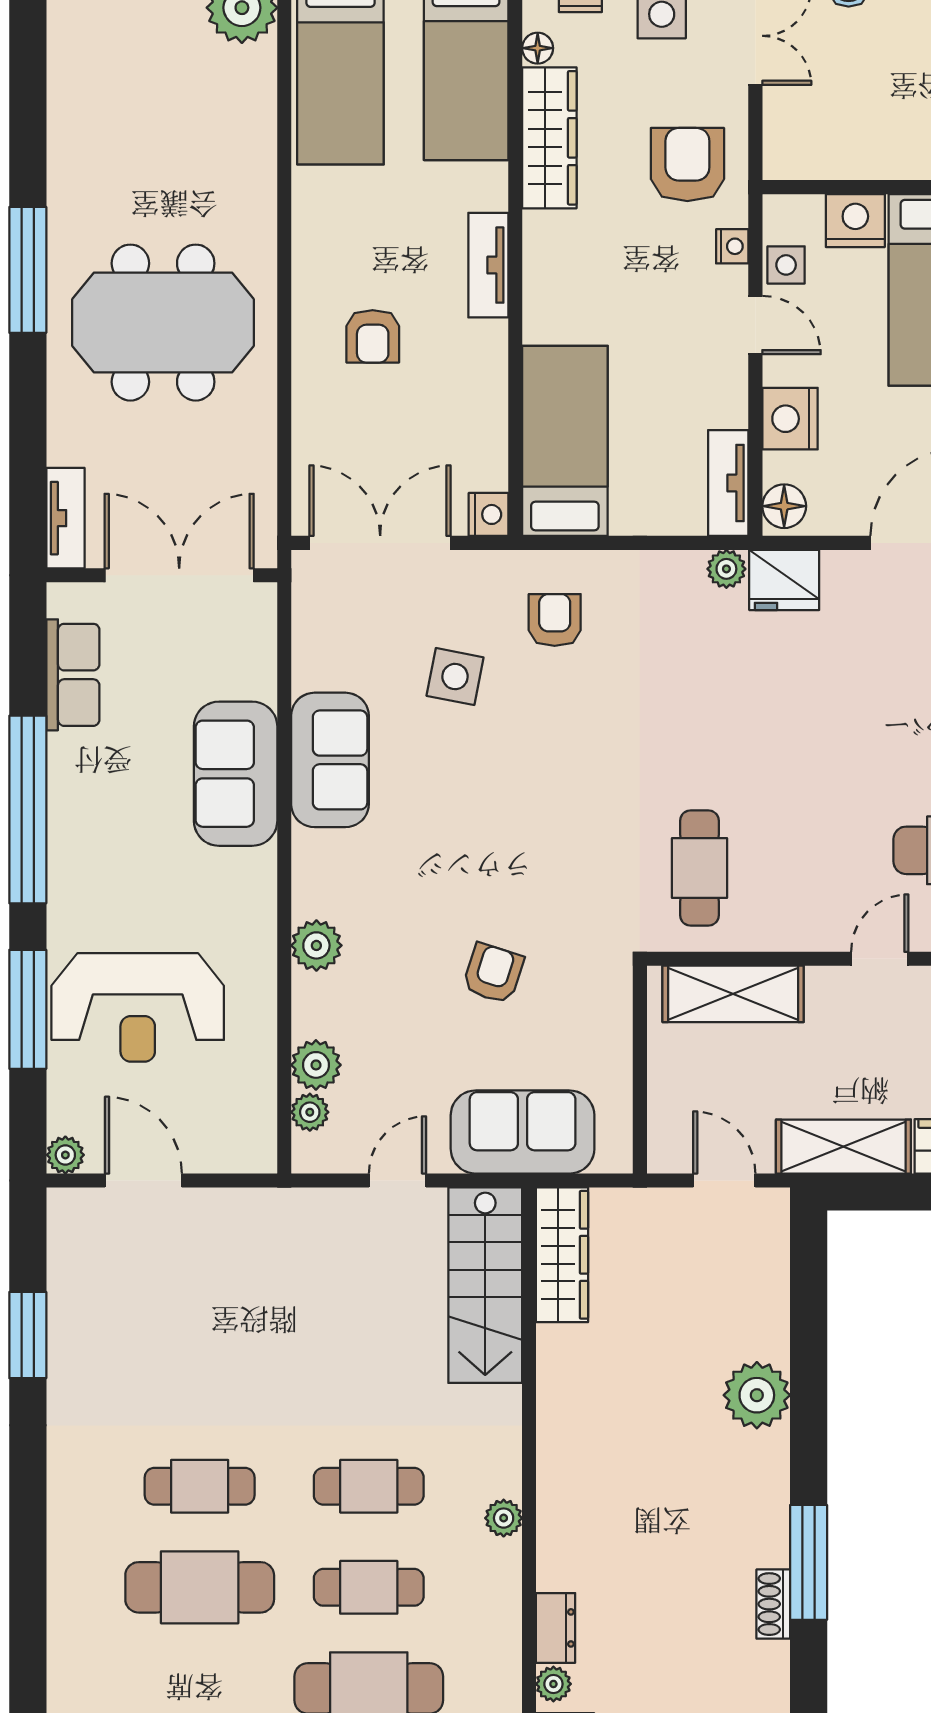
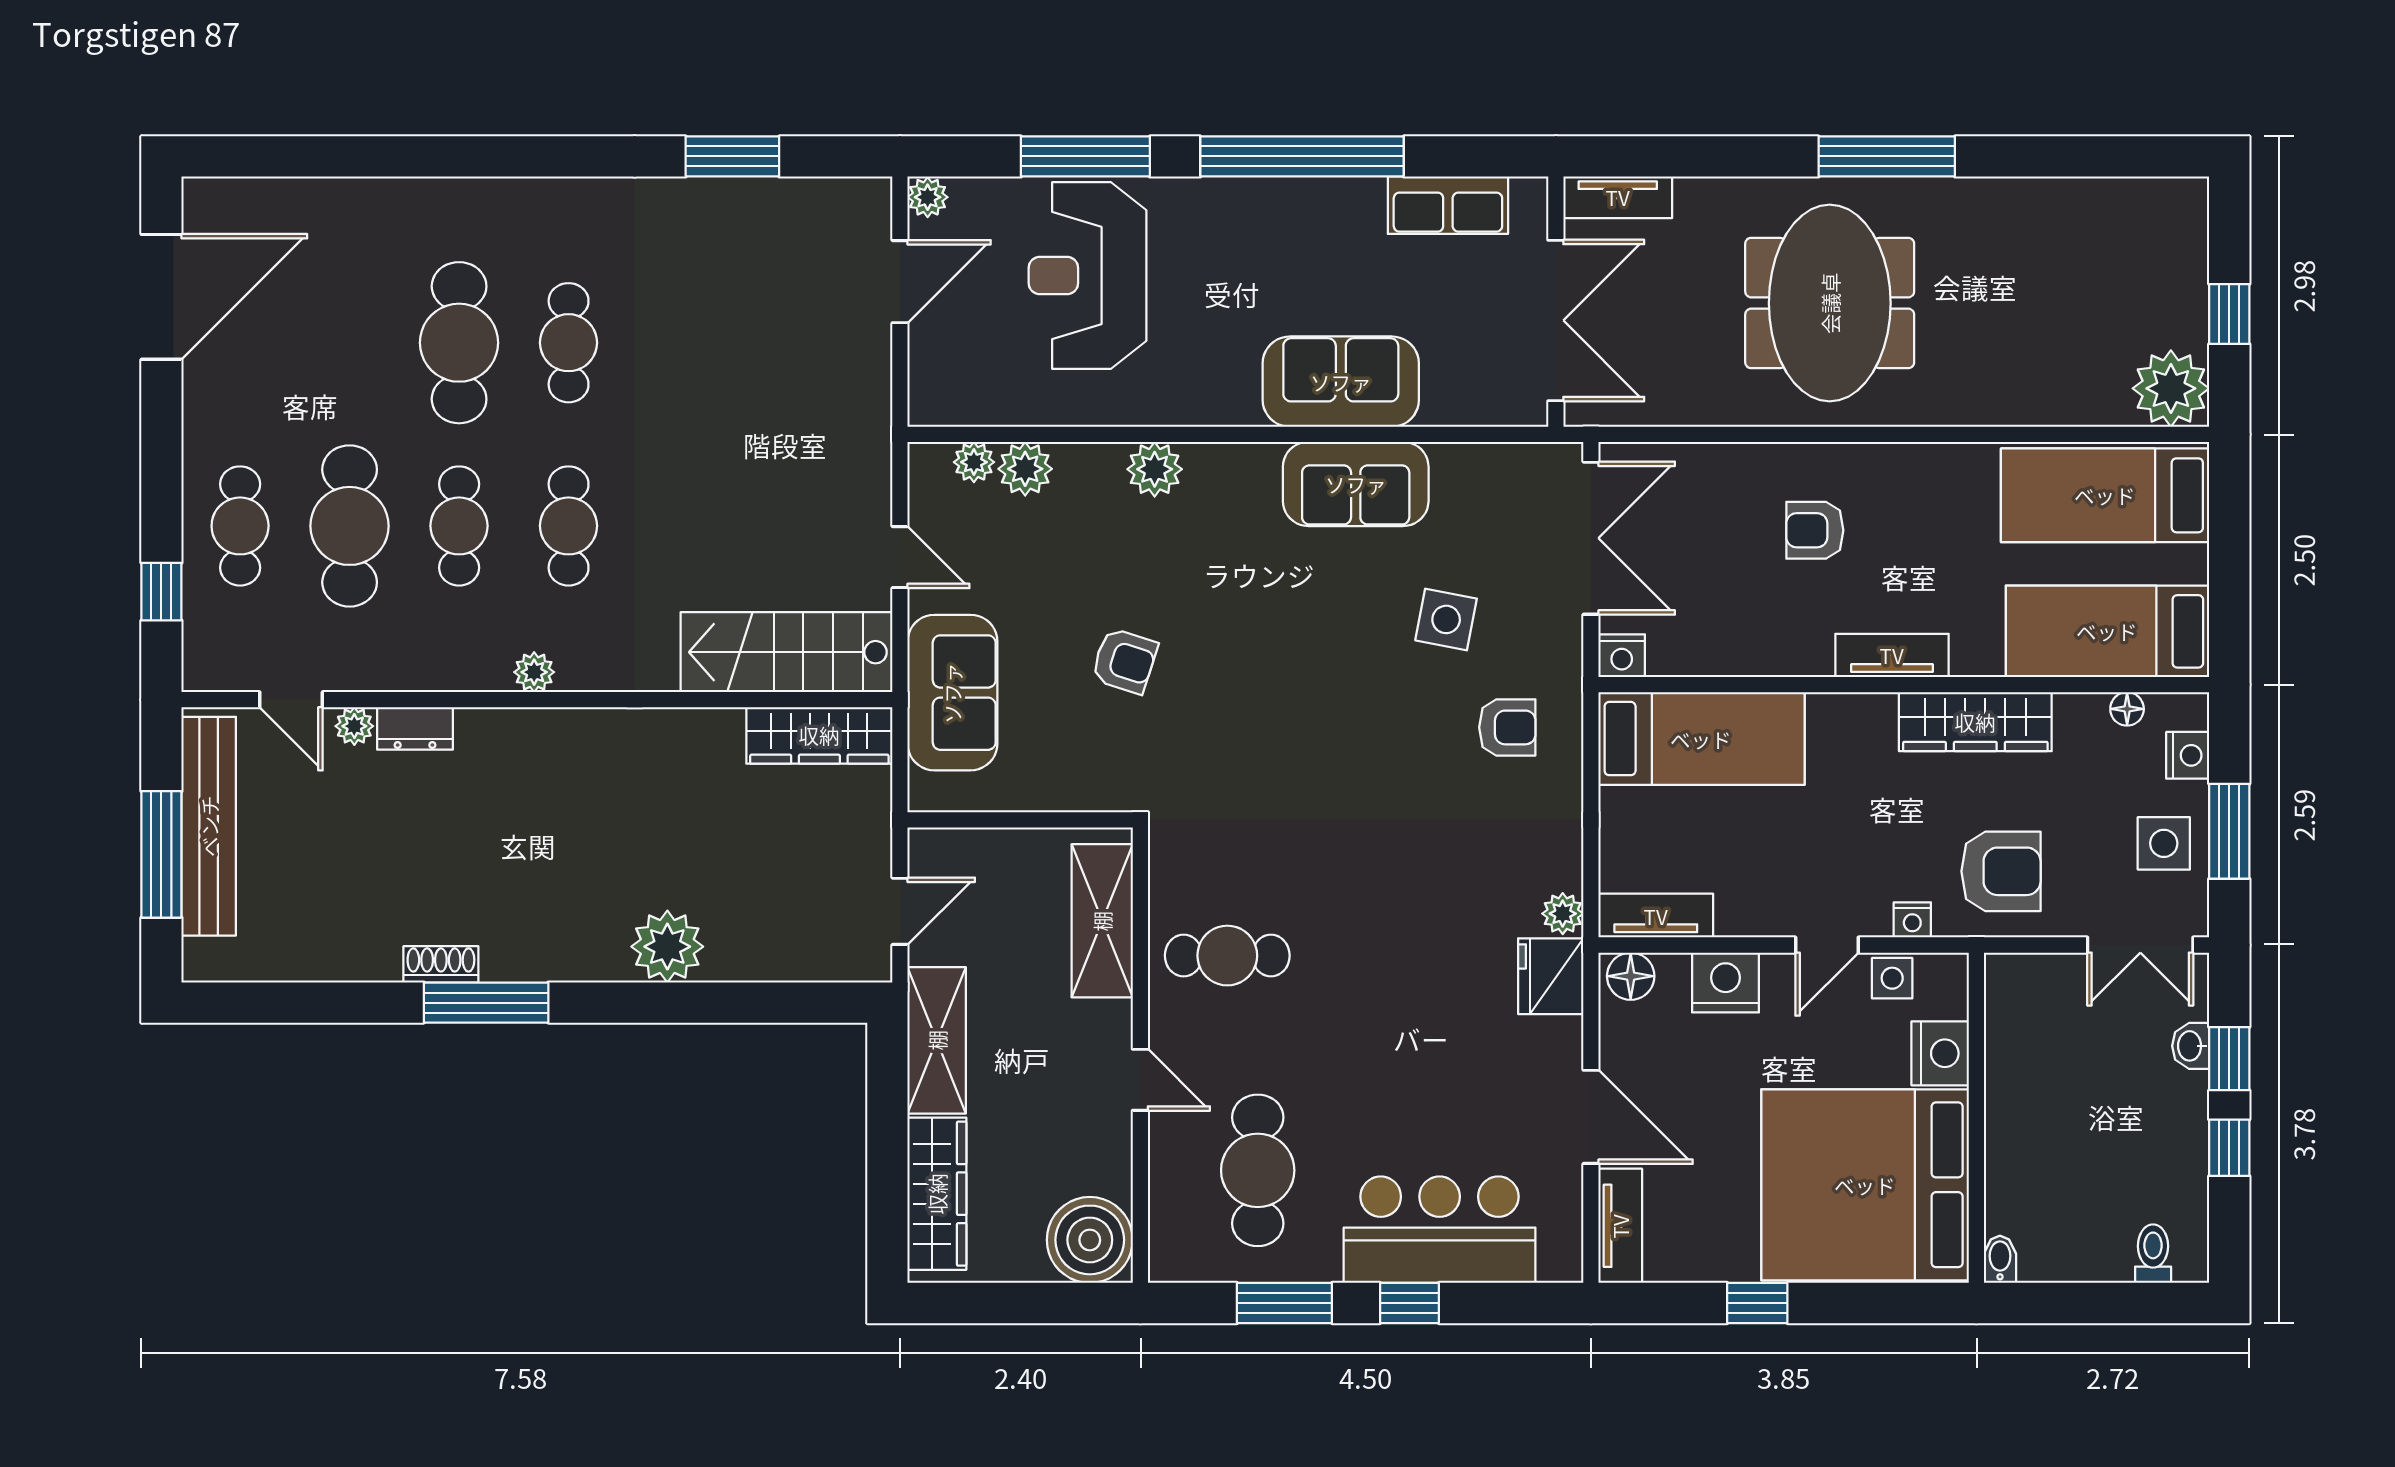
wardrobe: (549, 138) -> (1975, 722), moved
cafe table: (699, 868) -> (1227, 956), moved

